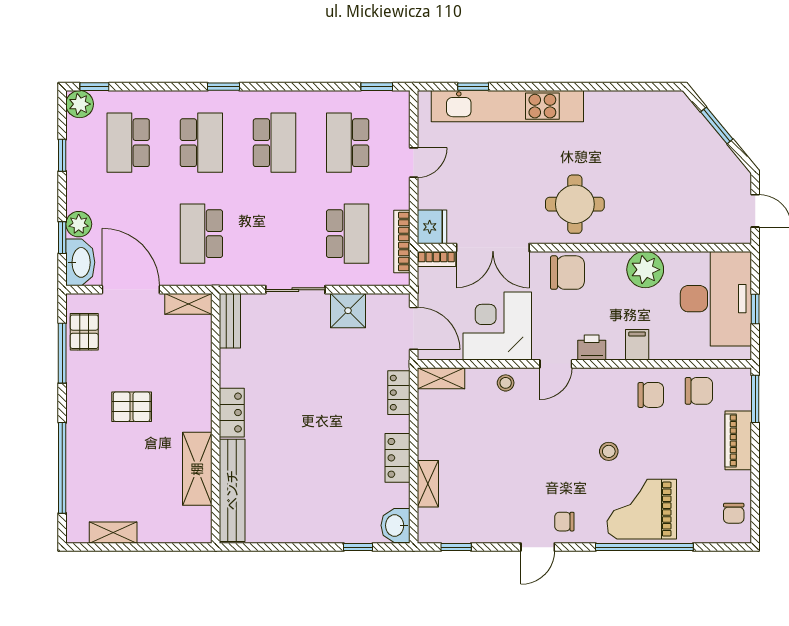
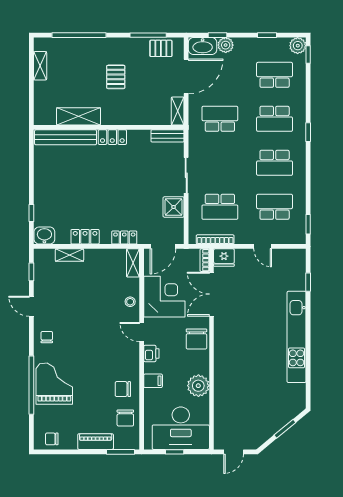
kitchen unit: (507, 106) -> (297, 337), moved
round table: (575, 204) -> (238, 343), removed
chair: (651, 395) -> (123, 389), turned 90
stool: (609, 451) -> (89, 364), removed
door: (538, 547) -> (31, 306), moved

